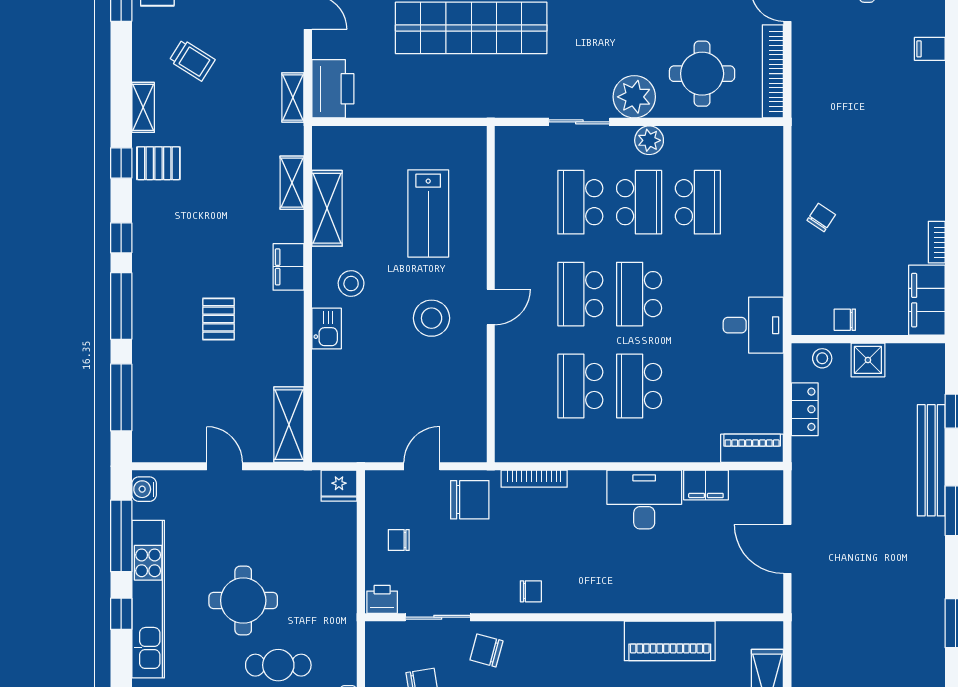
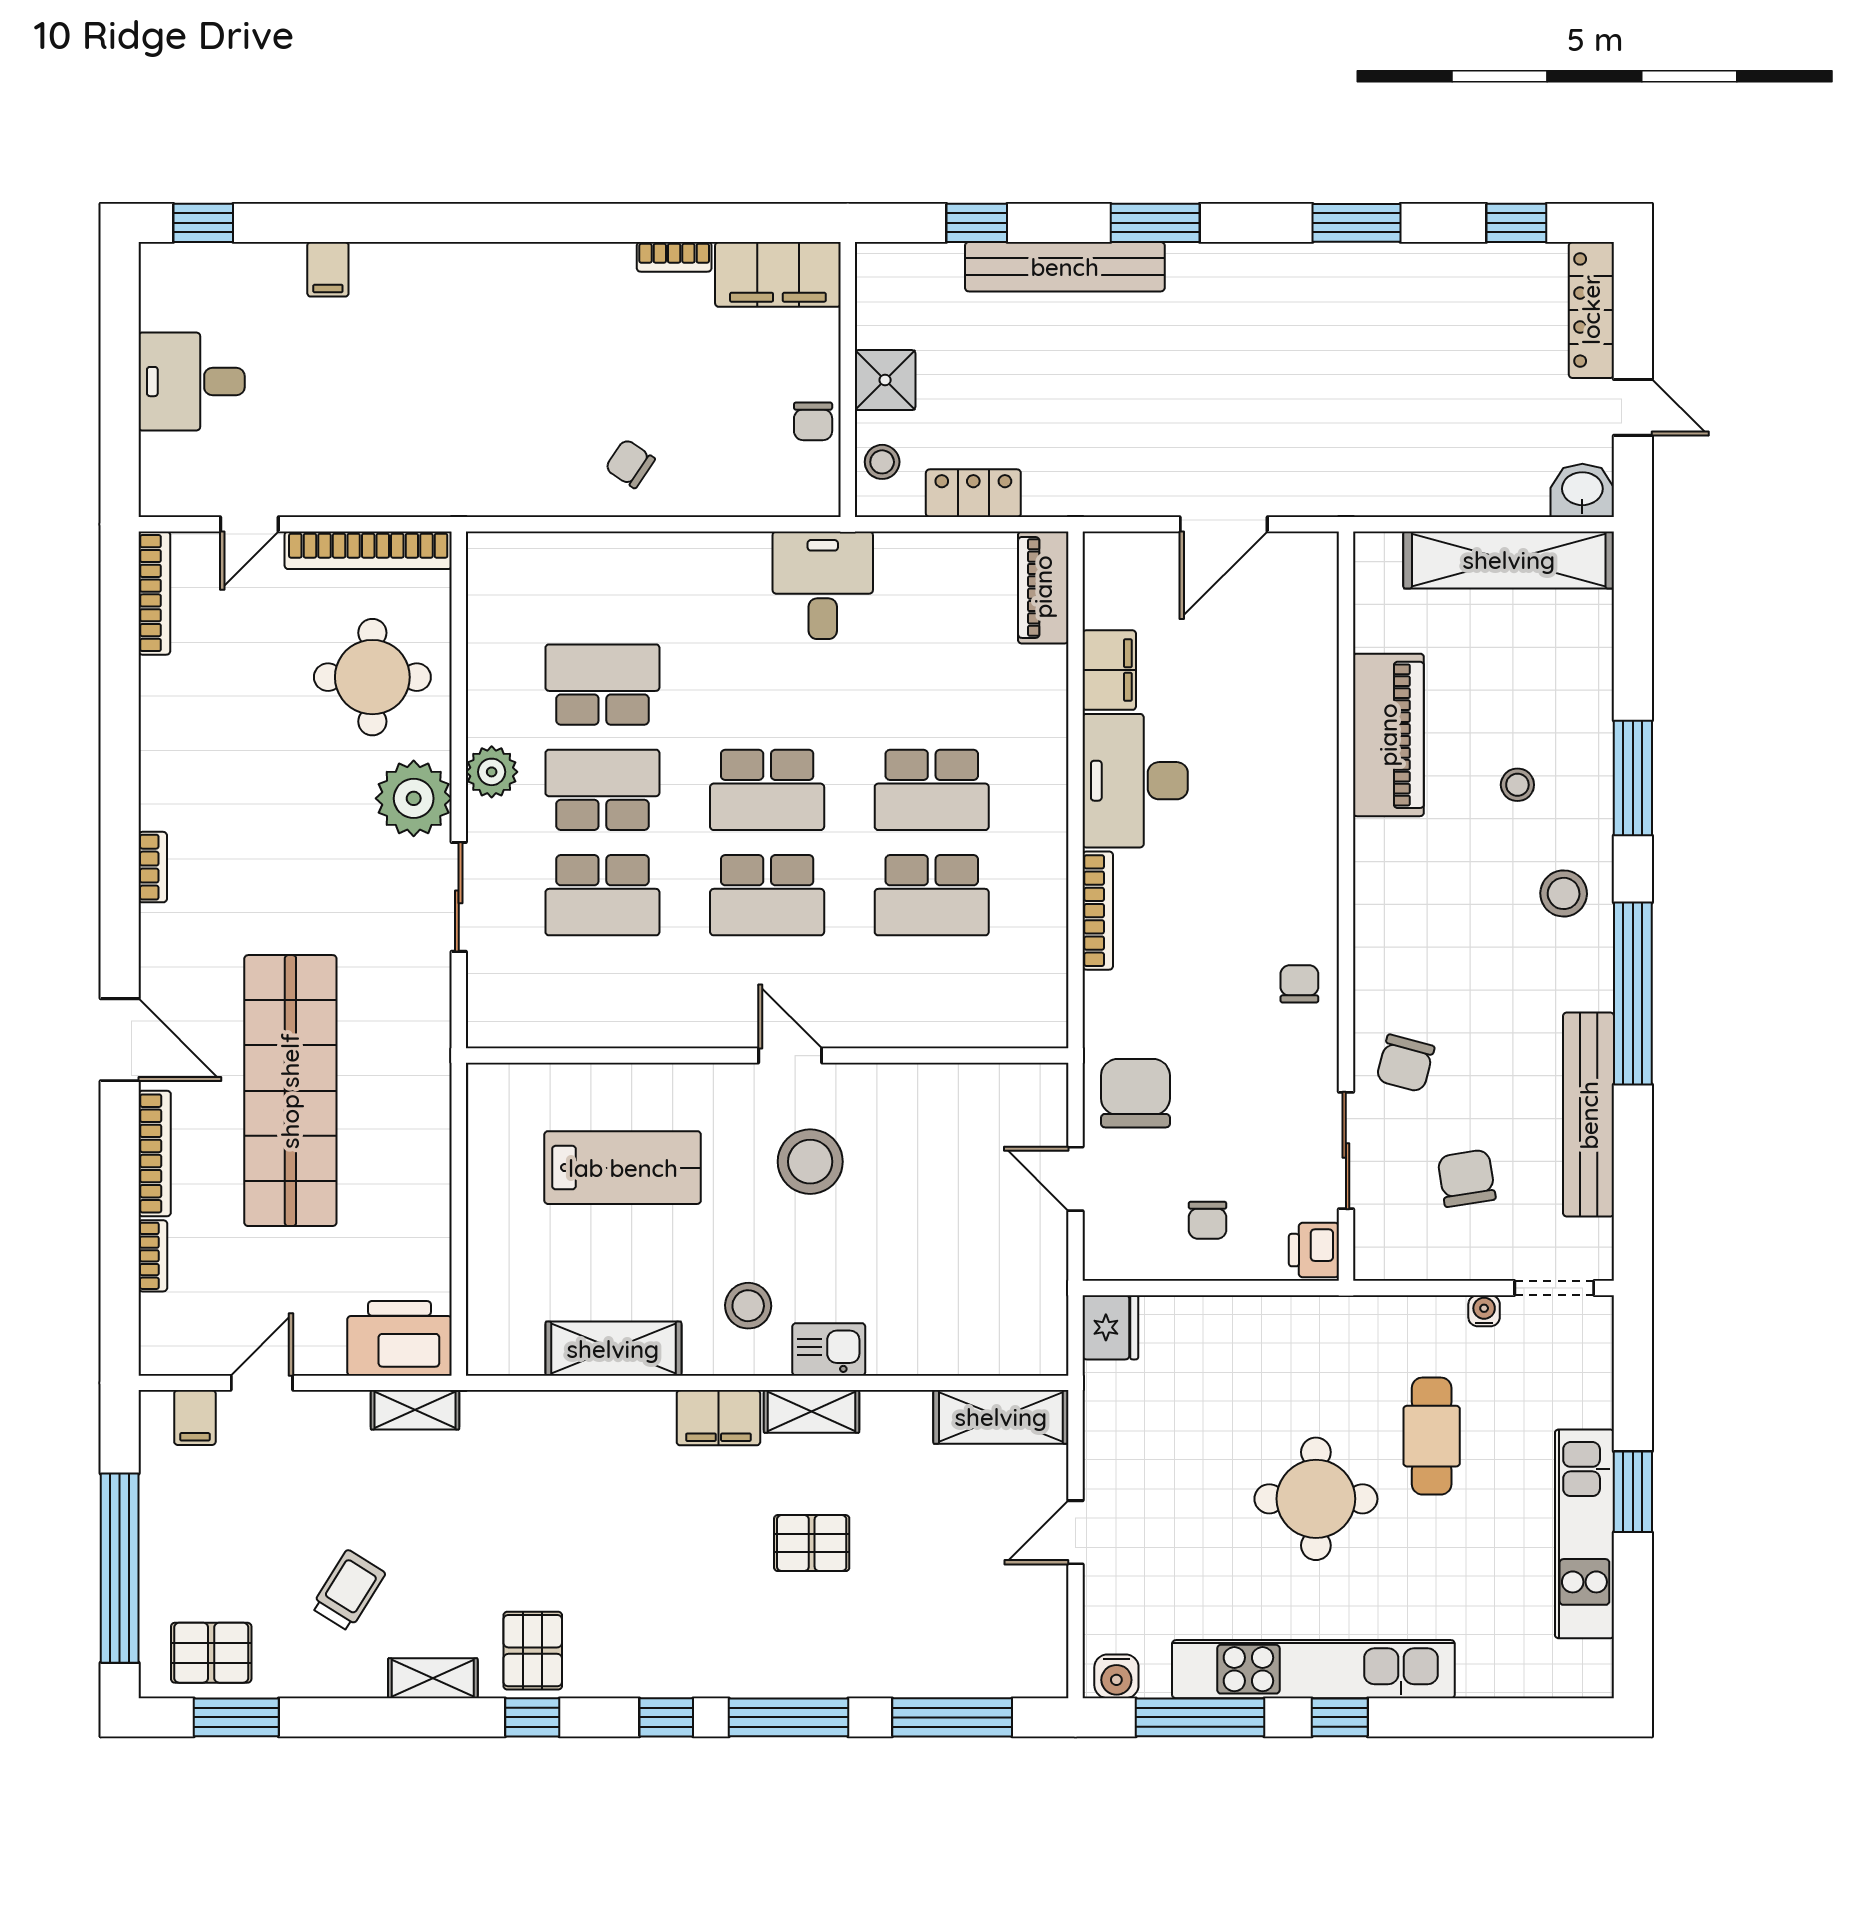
shelving: (292, 183) -> (812, 1411), moved
bookcase: (534, 479) -> (1098, 911), moved

